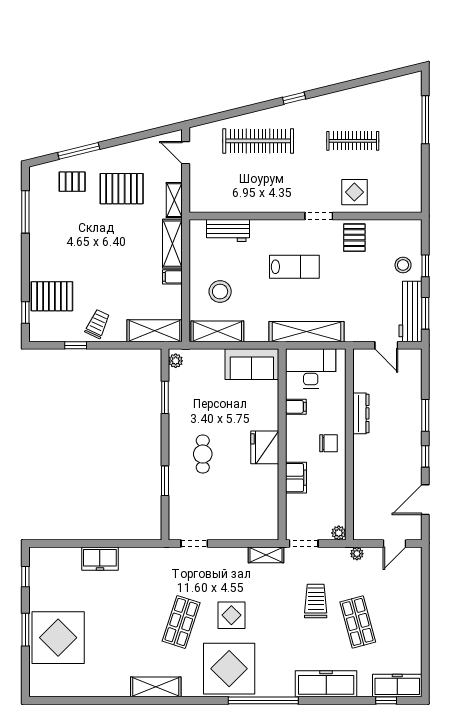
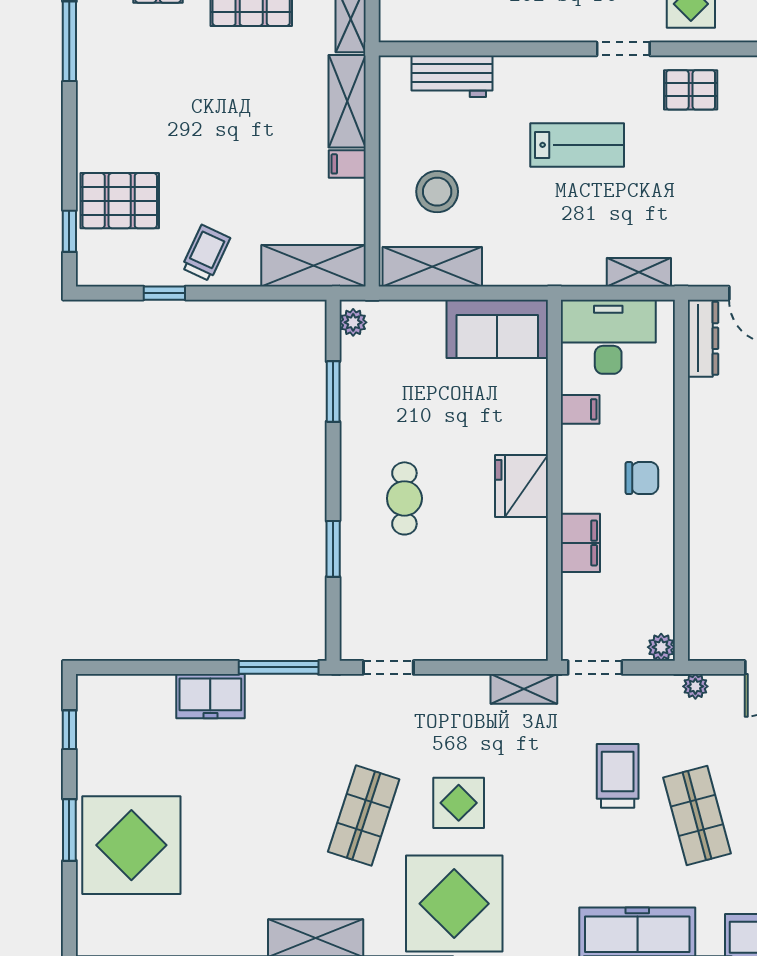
pallet: (354, 238) -> (691, 90), turned 90
shelving: (307, 332) -> (639, 272), width x0.45, depth x0.75
dresser: (361, 413) -> (703, 338), moved
window: (136, 544) -> (279, 667), added

